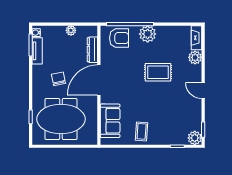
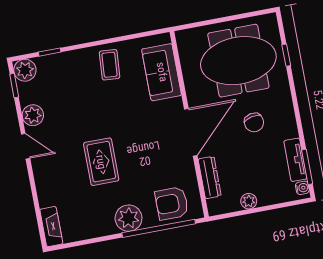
plant: (195, 57) -> (33, 115), moved
rug: (158, 72) -> (101, 162), turned 90

